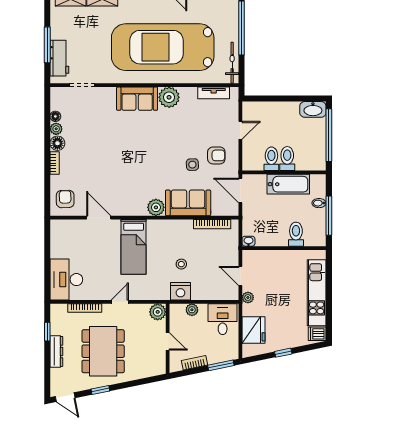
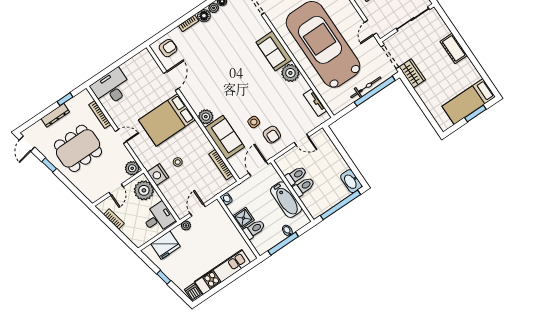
bicycle: (232, 63) -> (366, 87), moved
shower: (278, 237) -> (243, 218), added
bed: (134, 247) -> (167, 120), width x1.50
plant: (192, 310) -> (144, 190), width x1.87, depth x1.87
window: (221, 365) -> (125, 239), removed

